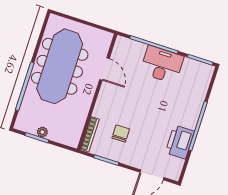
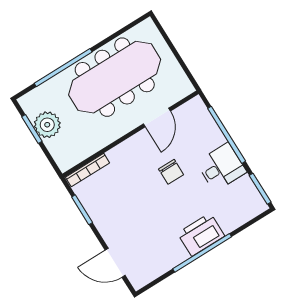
desk: (162, 65) -> (221, 167), width x0.73
plant: (42, 132) -> (47, 125), width x1.88, depth x1.88
chair: (121, 133) -> (171, 172), moved, turned 90
printer: (180, 142) -> (201, 235), moved

